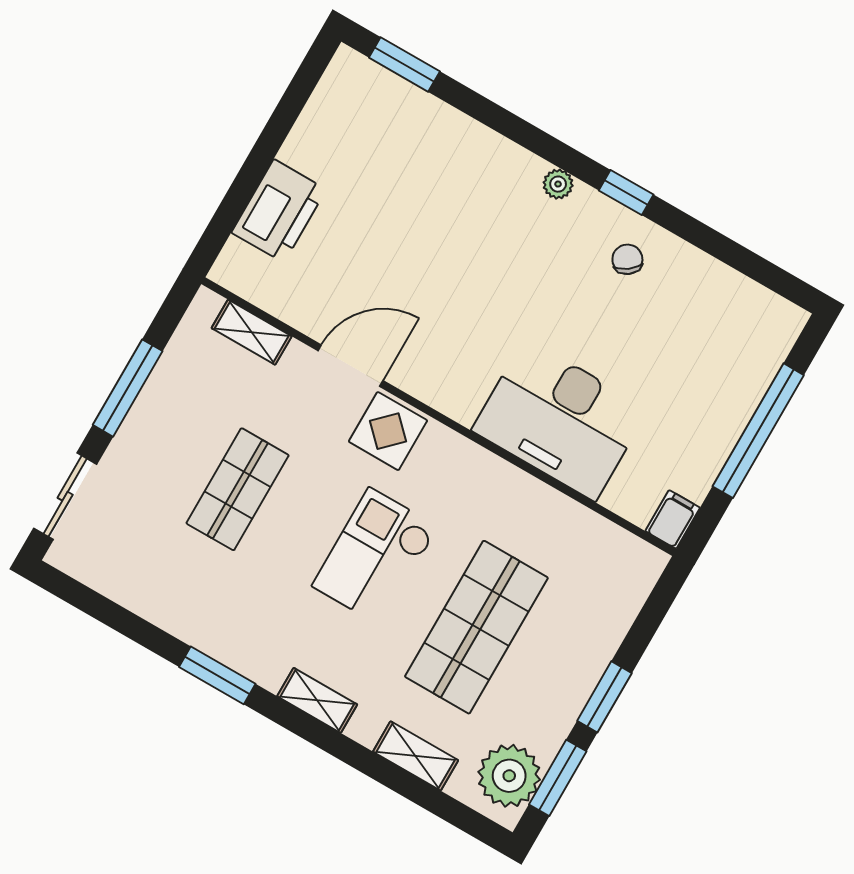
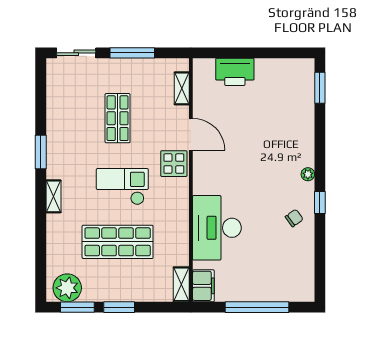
shop shelf: (238, 489) -> (118, 118), turned 90
filing cabinet: (673, 519) -> (203, 286), width x2.00
shelving: (416, 756) -> (181, 284), moved

